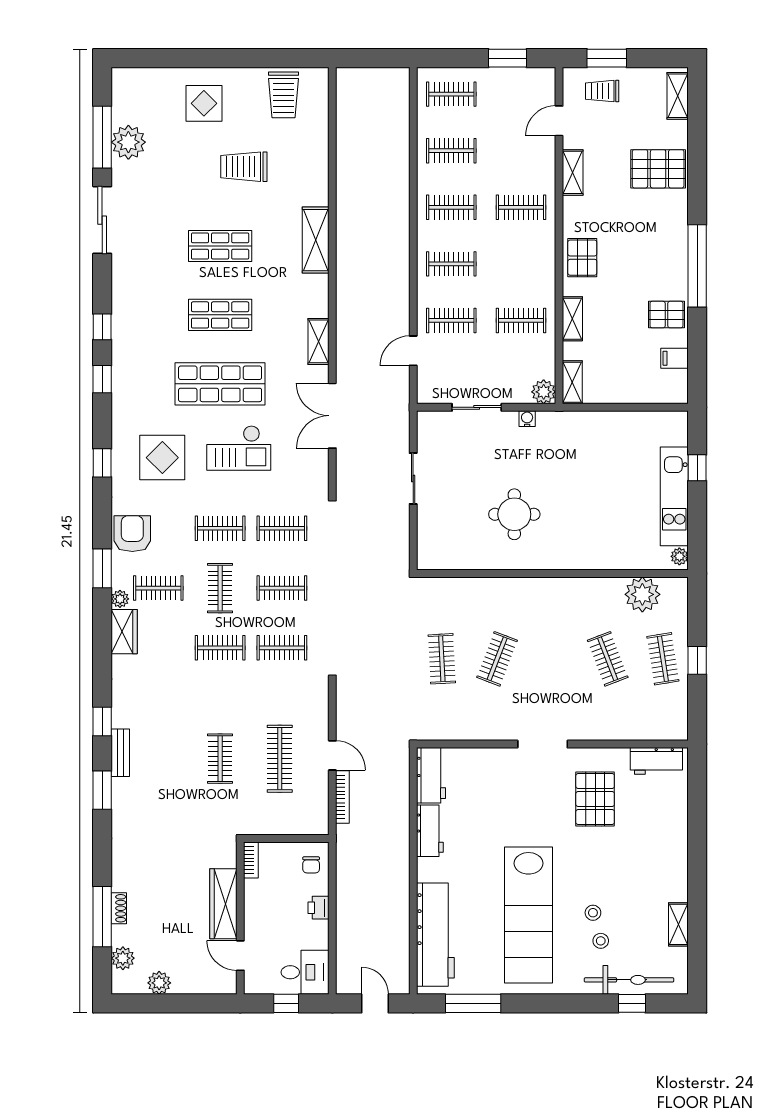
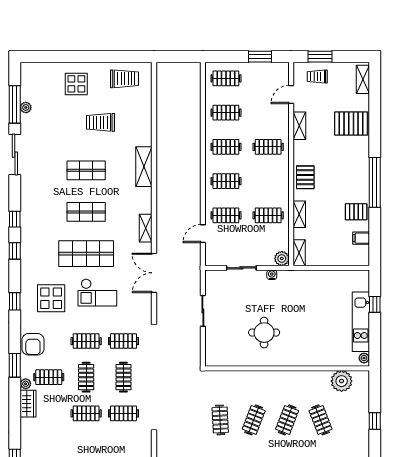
trolley: (283, 95) -> (124, 79), turned -90
plant: (128, 142) -> (26, 107), width x0.53, depth x0.53
armchair: (132, 534) -> (33, 344), turned 180
clothes rail: (282, 588) -> (123, 377), turned 90
clothes rail: (663, 659) -> (287, 420), moved, turned 30

